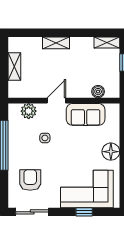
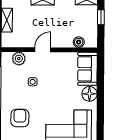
sofa: (86, 114) -> (87, 69), moved, turned 90

